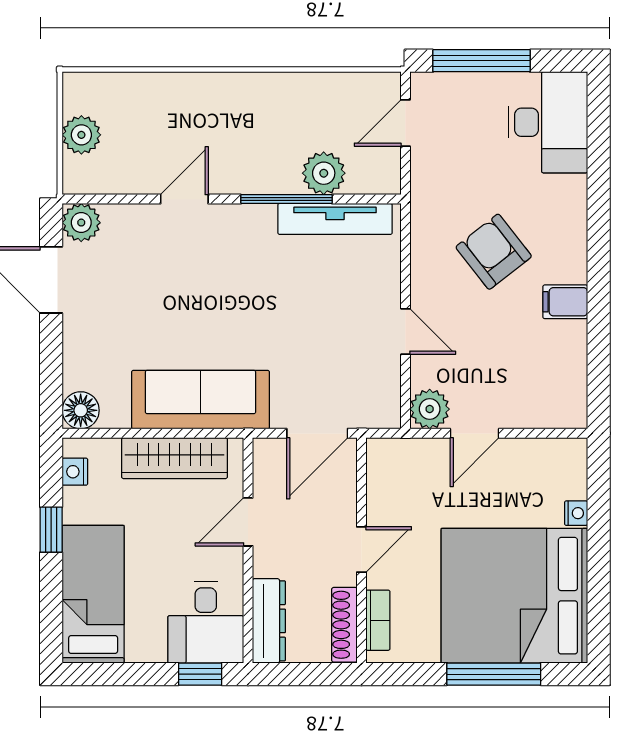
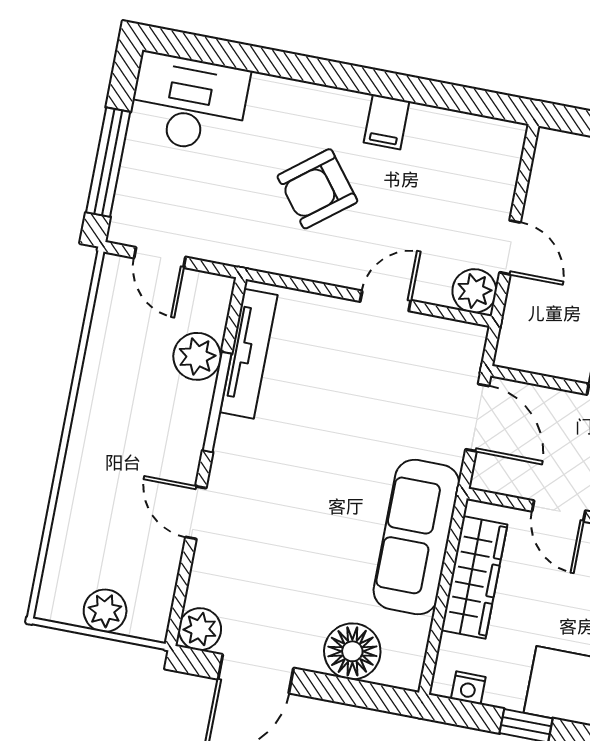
floor lamp: (81, 410) -> (352, 651), moved, width x1.38, depth x1.38

